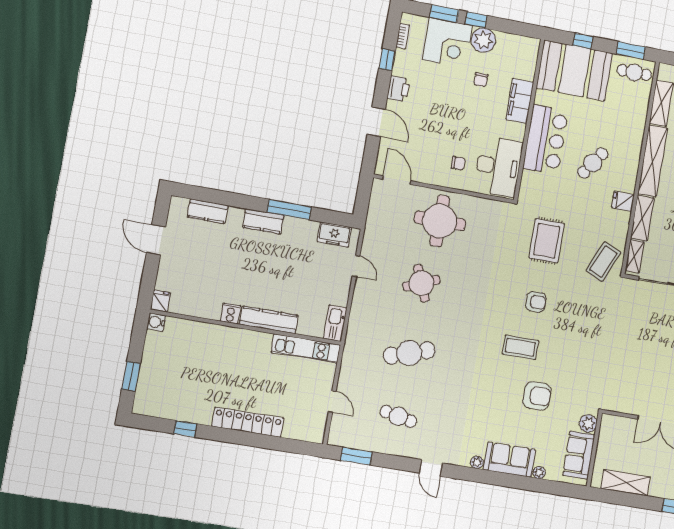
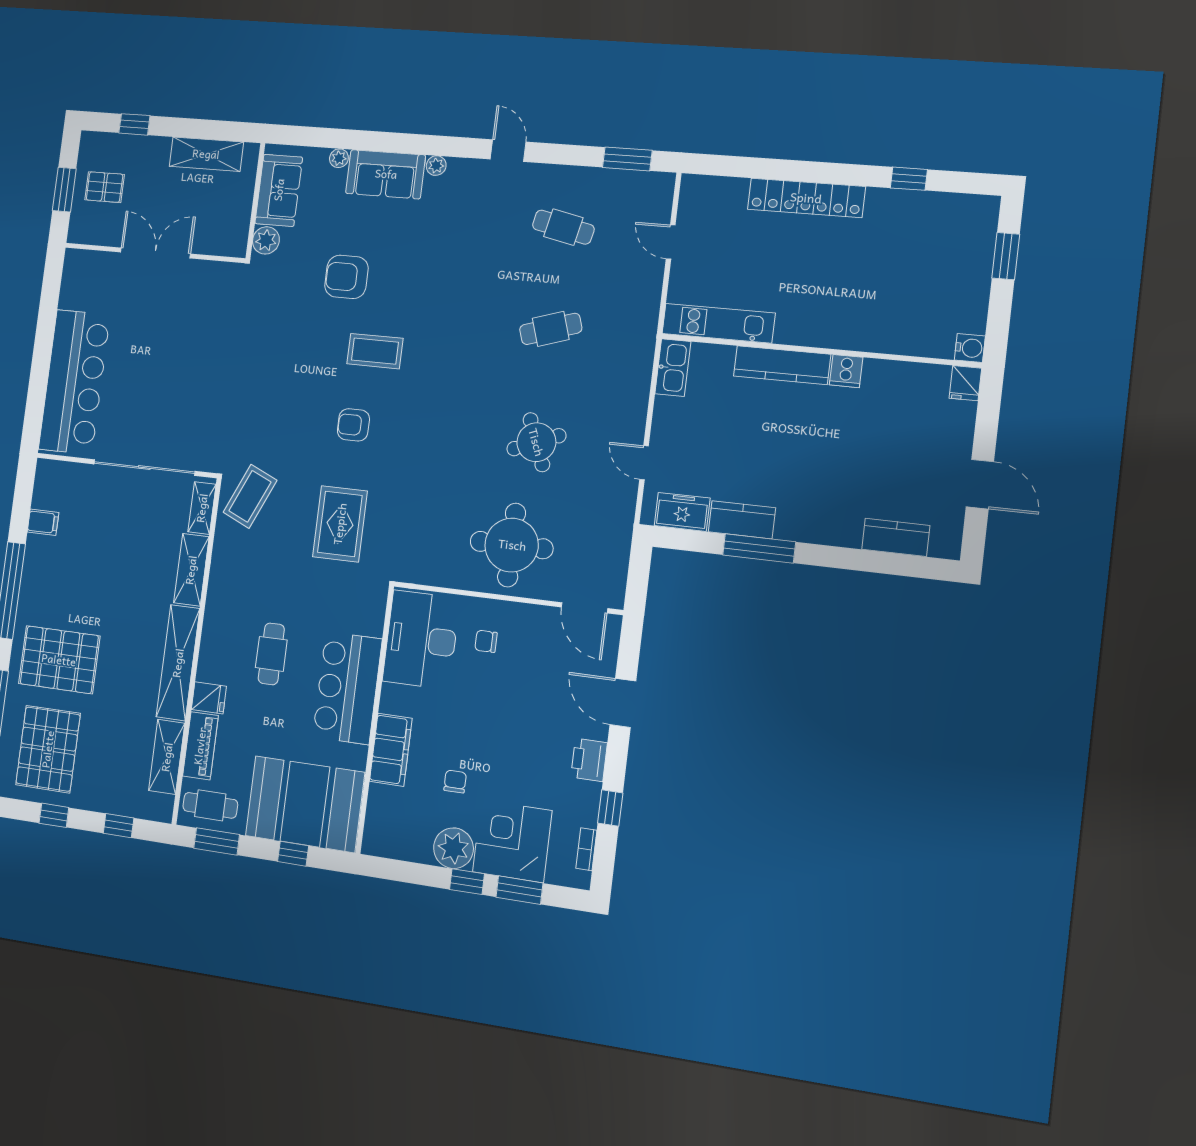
piano: (639, 109) -> (200, 746), added
cafe table: (593, 163) -> (271, 654), turned -35
fridge: (623, 201) -> (209, 698), moved
kitchen counter: (263, 221) -> (742, 520), moved
cafe table: (409, 353) -> (551, 329), width x0.73, depth x0.74

